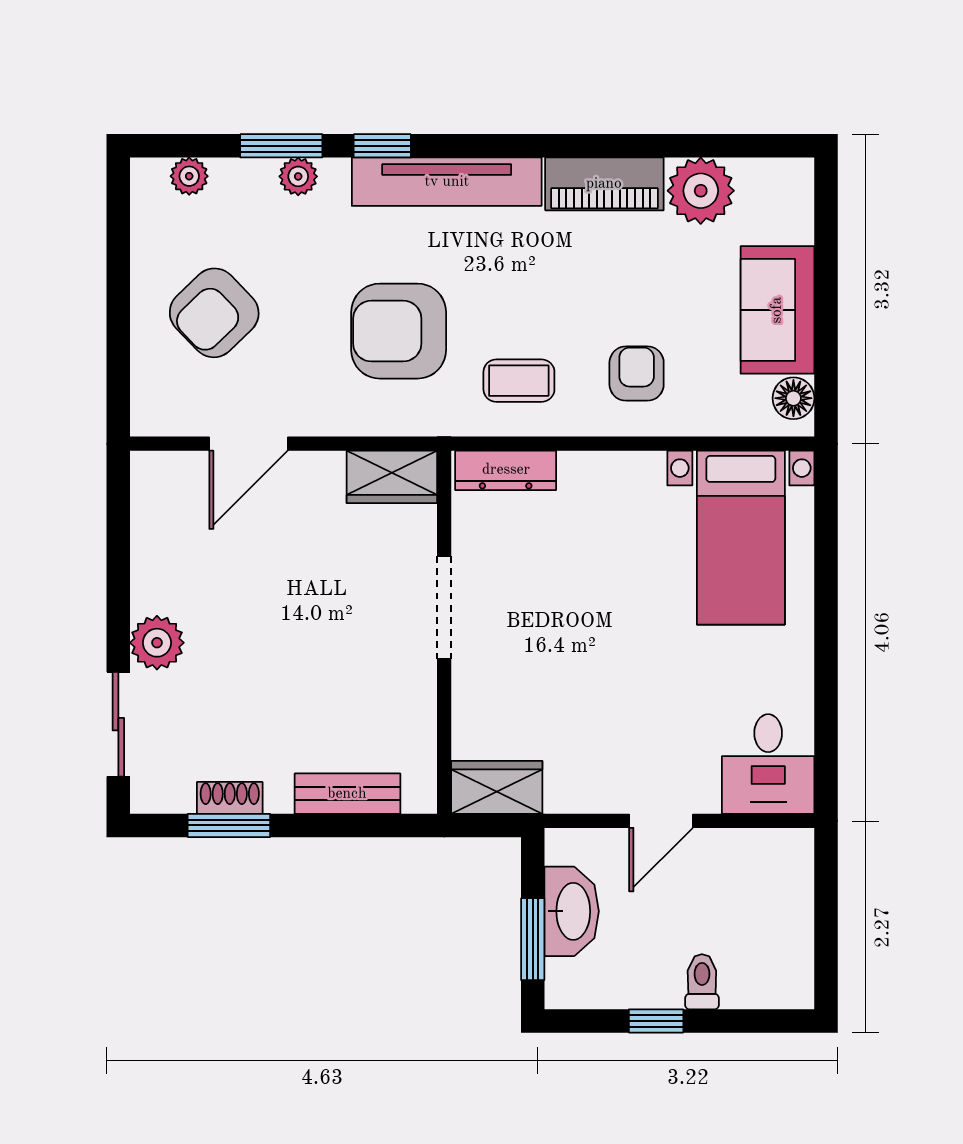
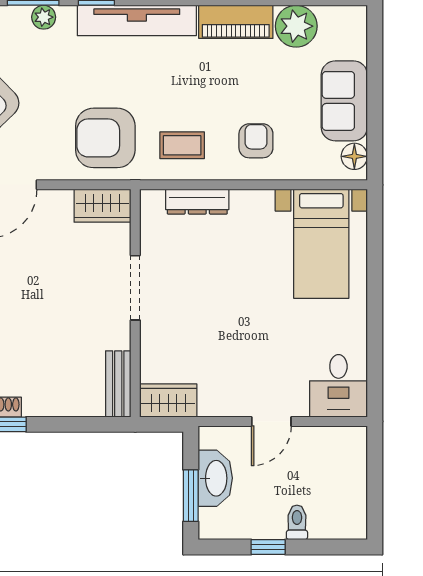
armchair: (399, 331) -> (105, 138), moved
dresser: (506, 470) -> (197, 202), moved
bench: (347, 794) -> (118, 384), moved, turned 90

